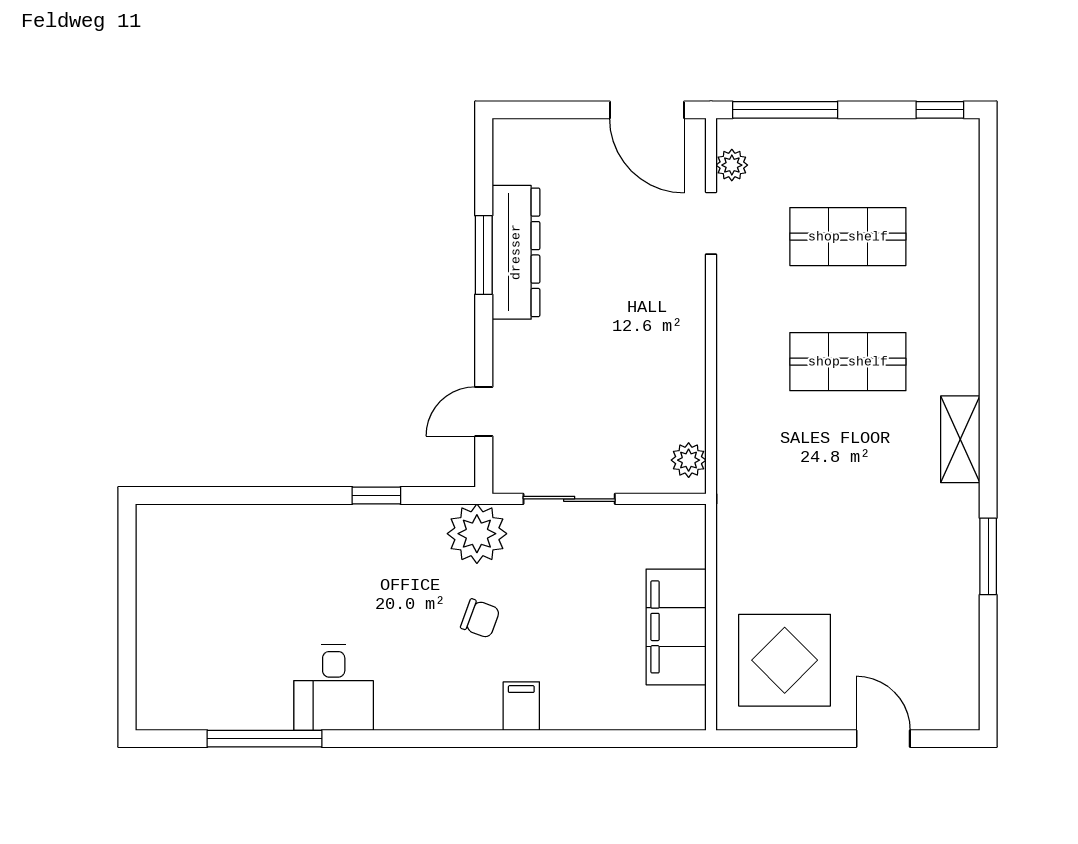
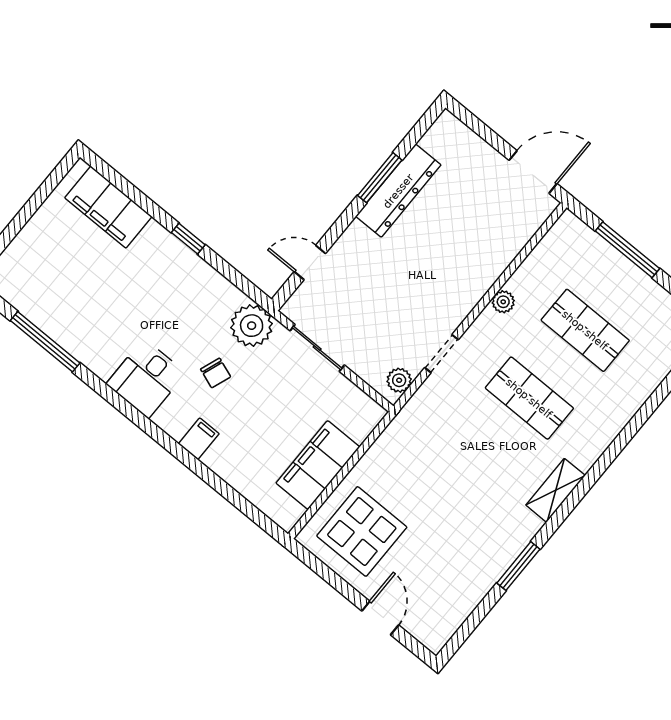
door: (647, 110) -> (533, 172), swing flipped
window: (785, 110) -> (627, 250), moved
plant: (732, 165) -> (503, 302), moved
doorway: (711, 223) -> (441, 354), moved
window: (376, 496) -> (188, 239), moved
filing cabinet: (212, 533) -> (108, 207), added
desk: (334, 687) -> (146, 378), moved

